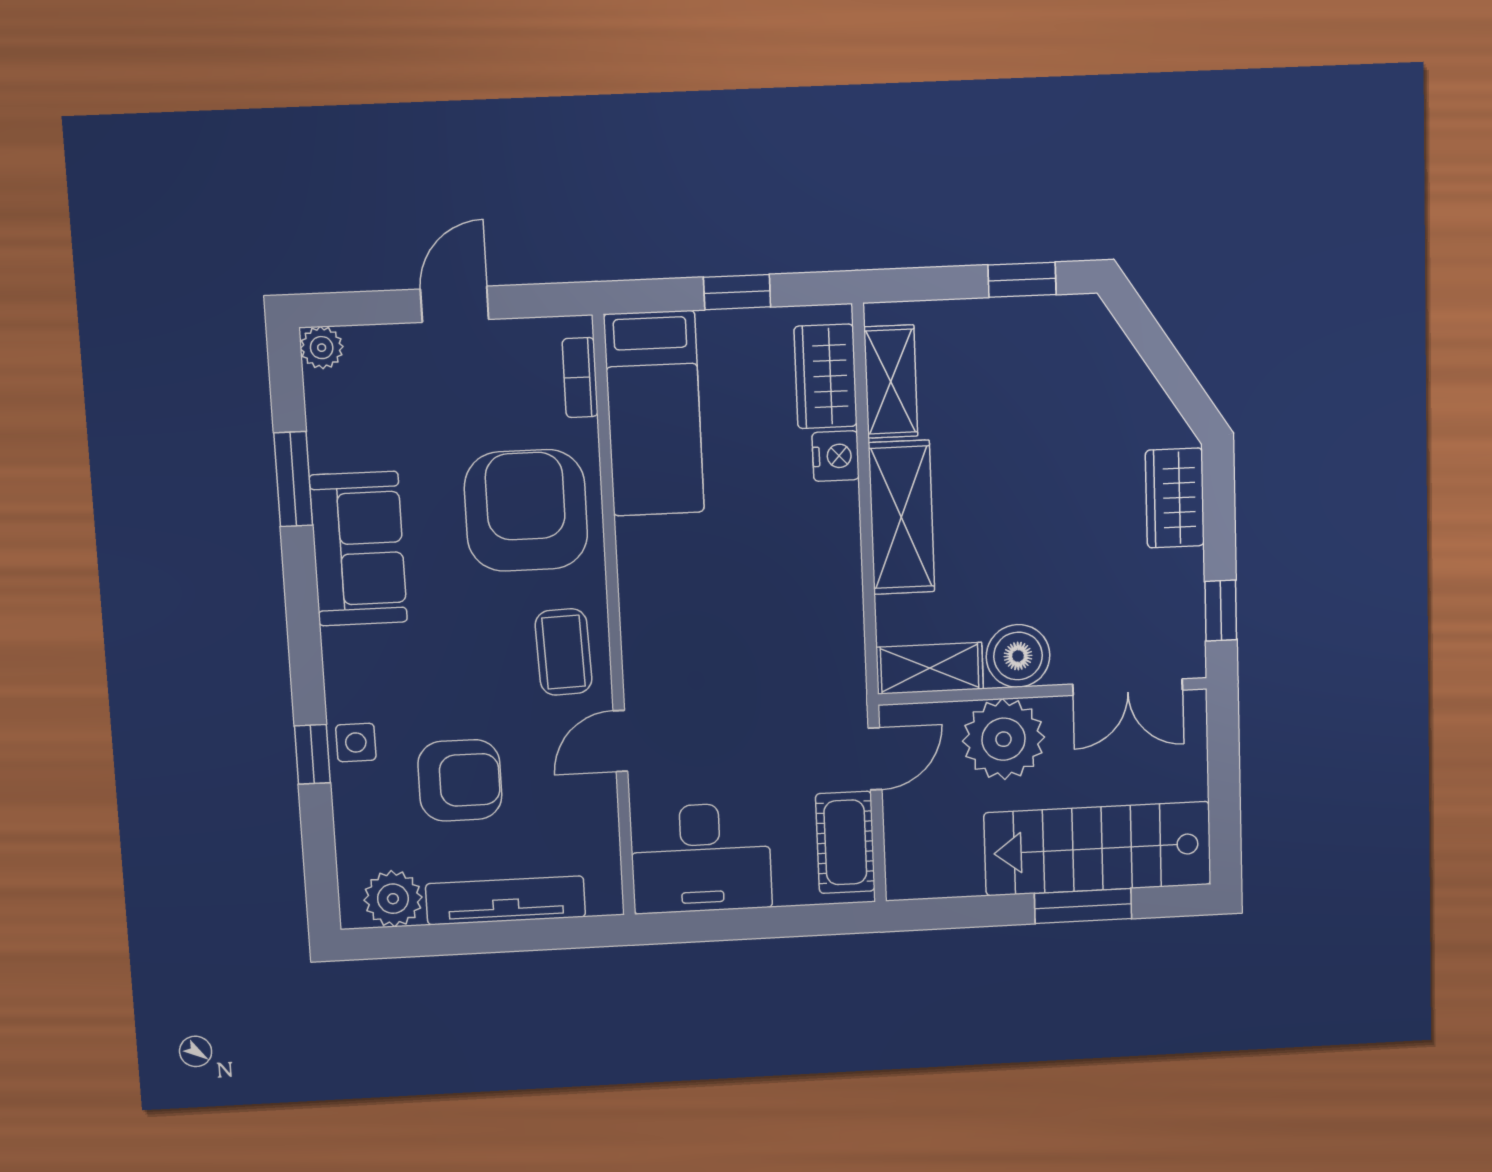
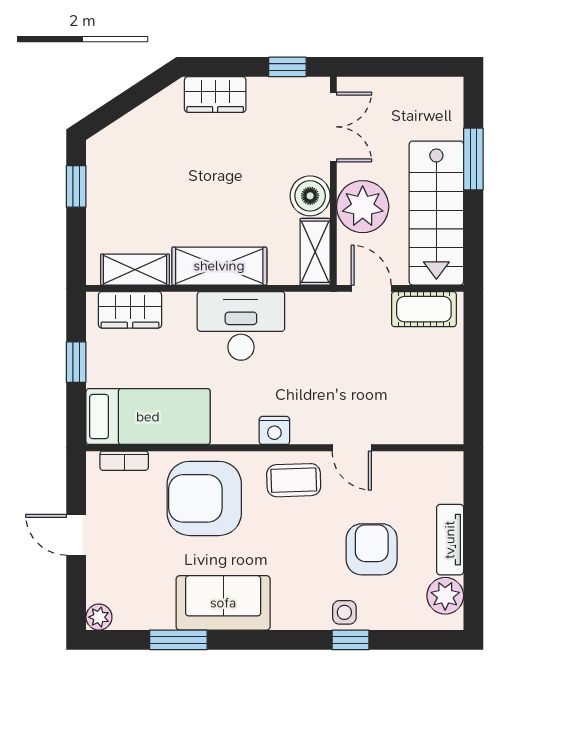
nightstand: (836, 456) -> (274, 430), moved, turned 180
stairs: (1098, 849) -> (436, 213), moved
desk: (701, 858) -> (241, 326), moved, turned -90
tv unit: (506, 900) -> (450, 540), width x0.71

